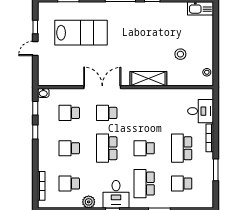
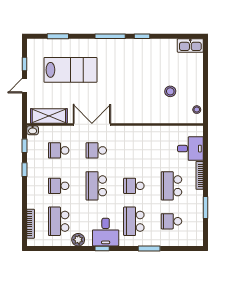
shelving: (148, 79) -> (49, 116), moved
school desk: (69, 184) -> (59, 221), width x1.85

